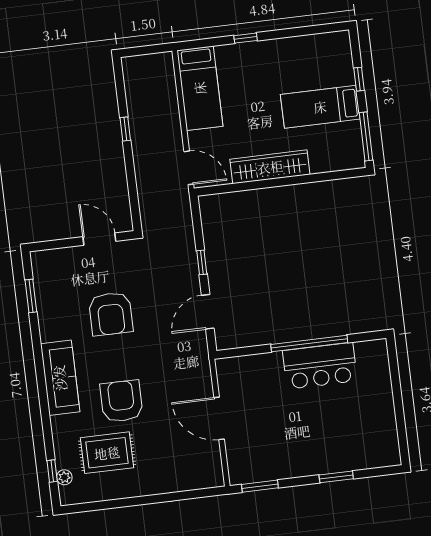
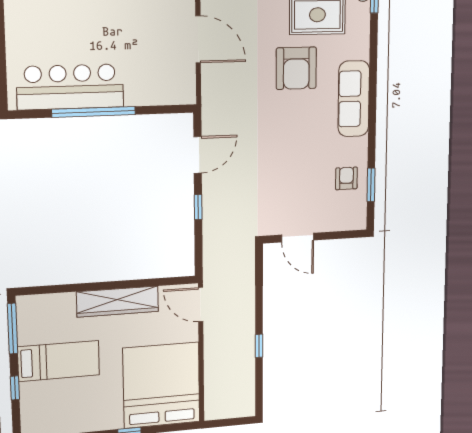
bed: (200, 88) -> (162, 385), width x2.04
armchair: (111, 314) -> (346, 178), moved, width x0.53, depth x0.53
bar counter: (320, 366) -> (70, 87), width x1.36

